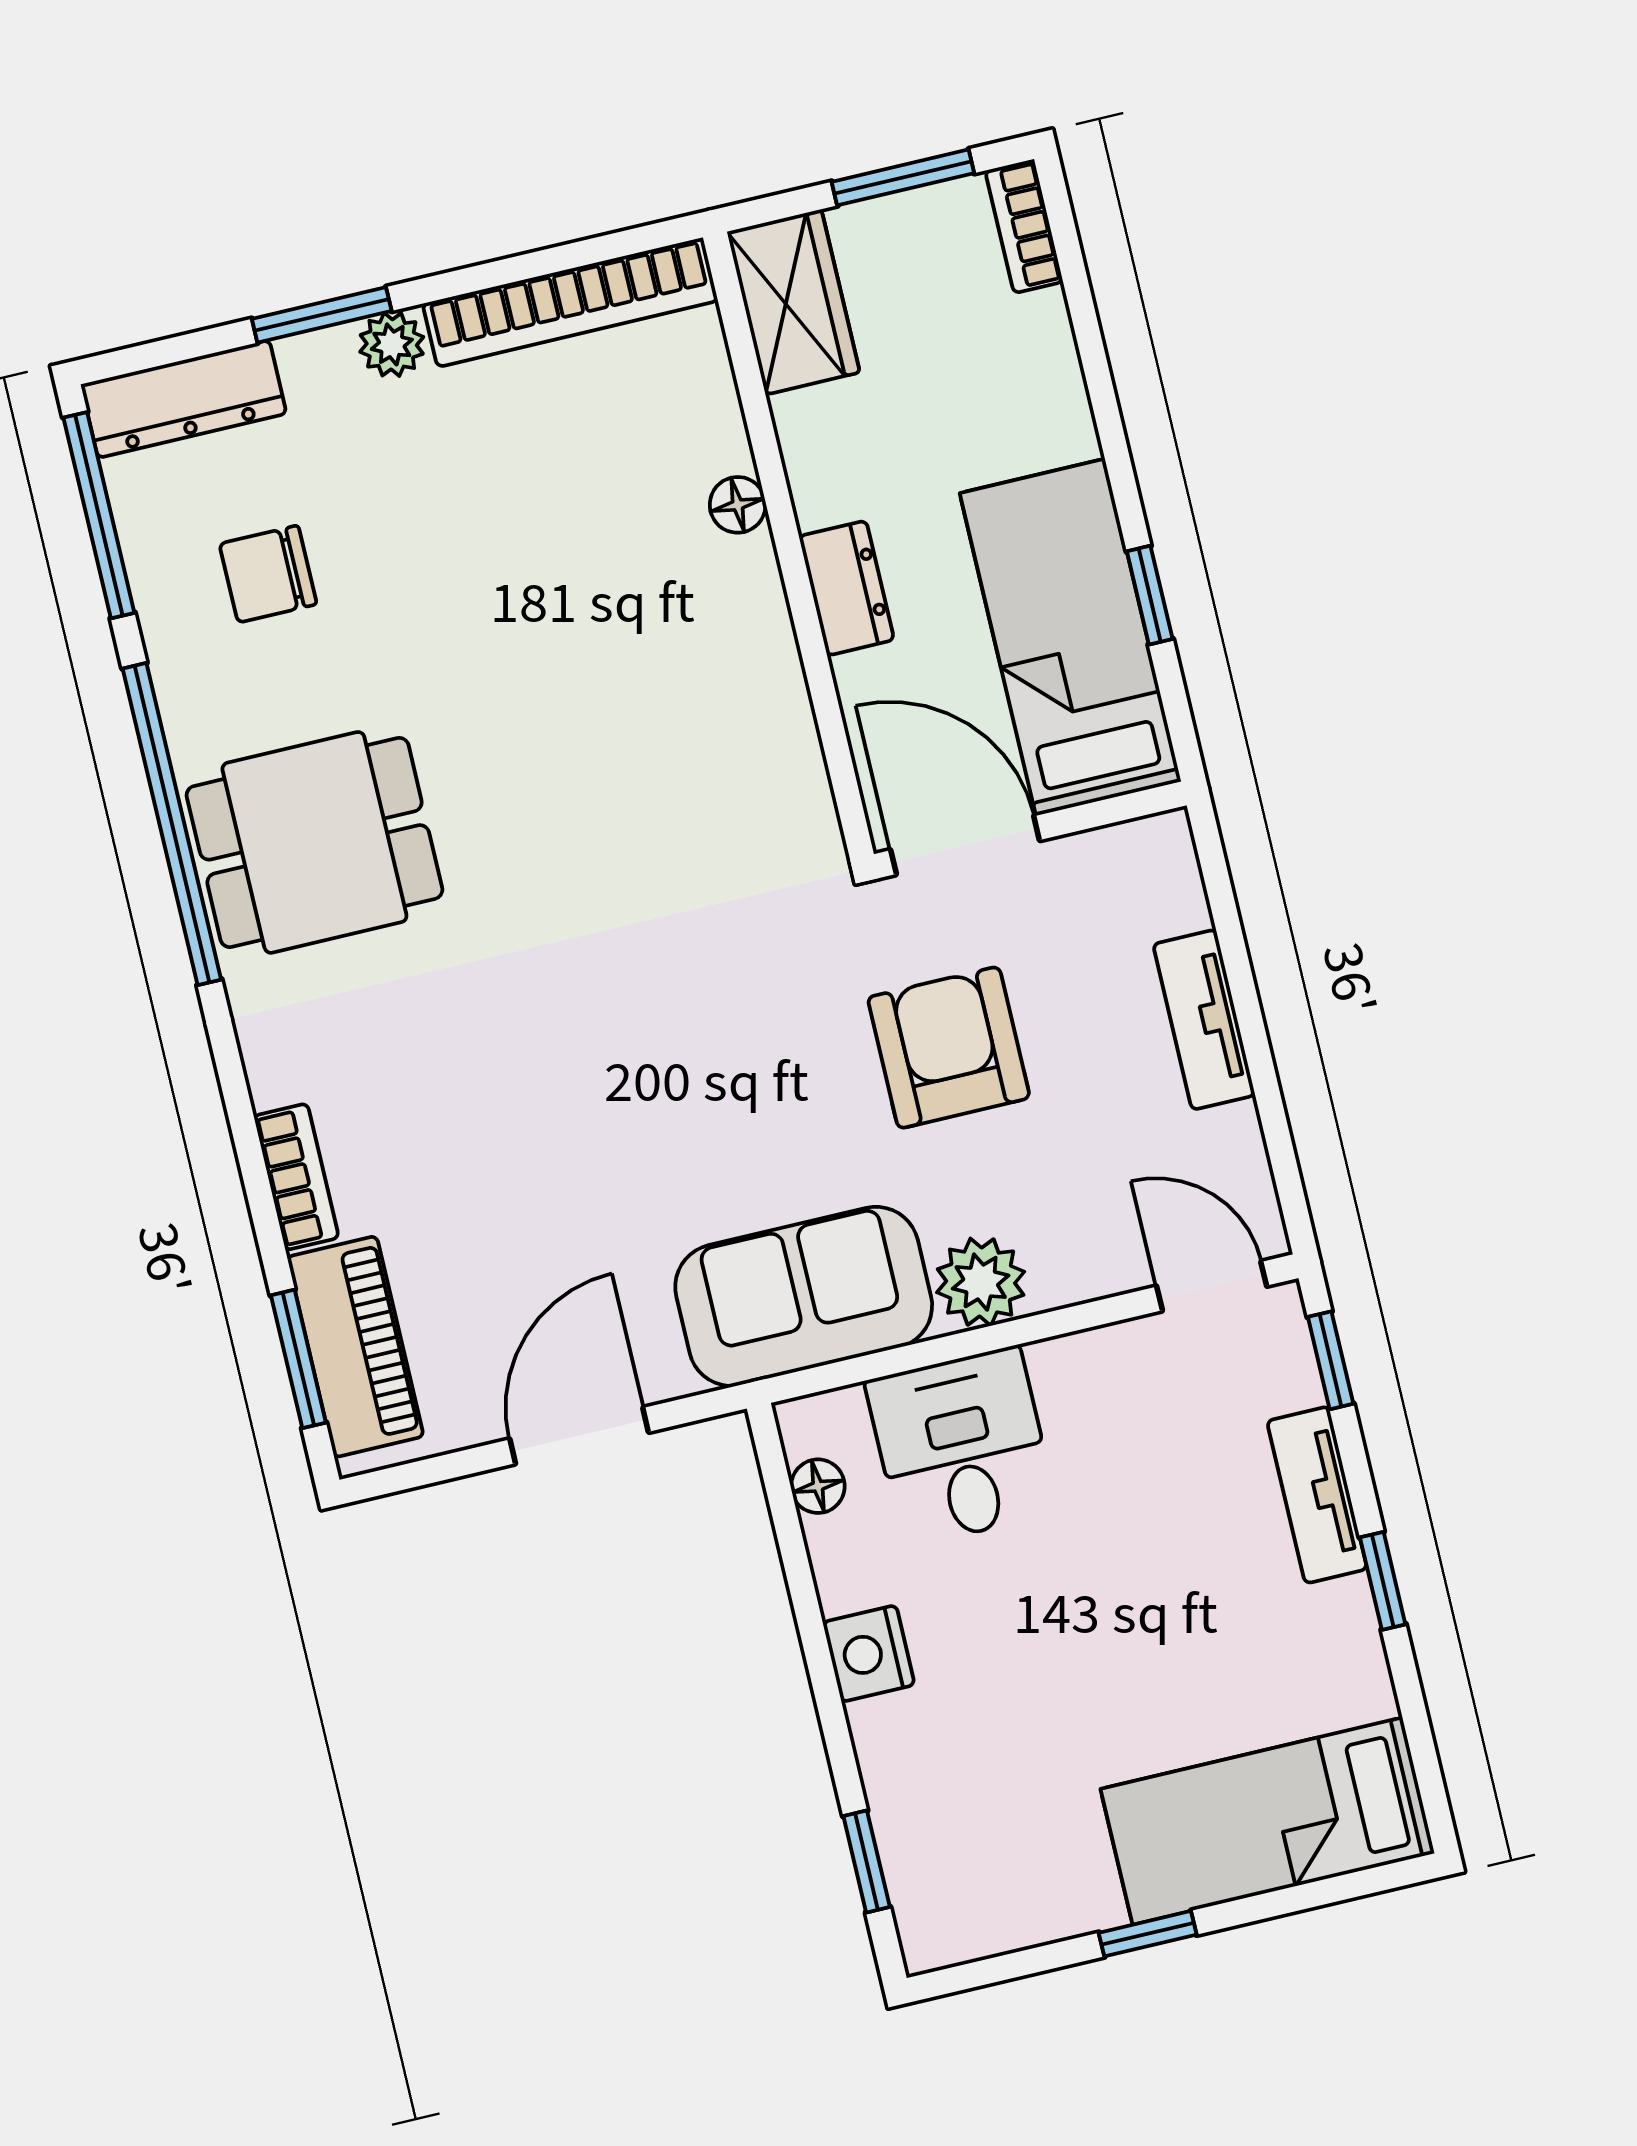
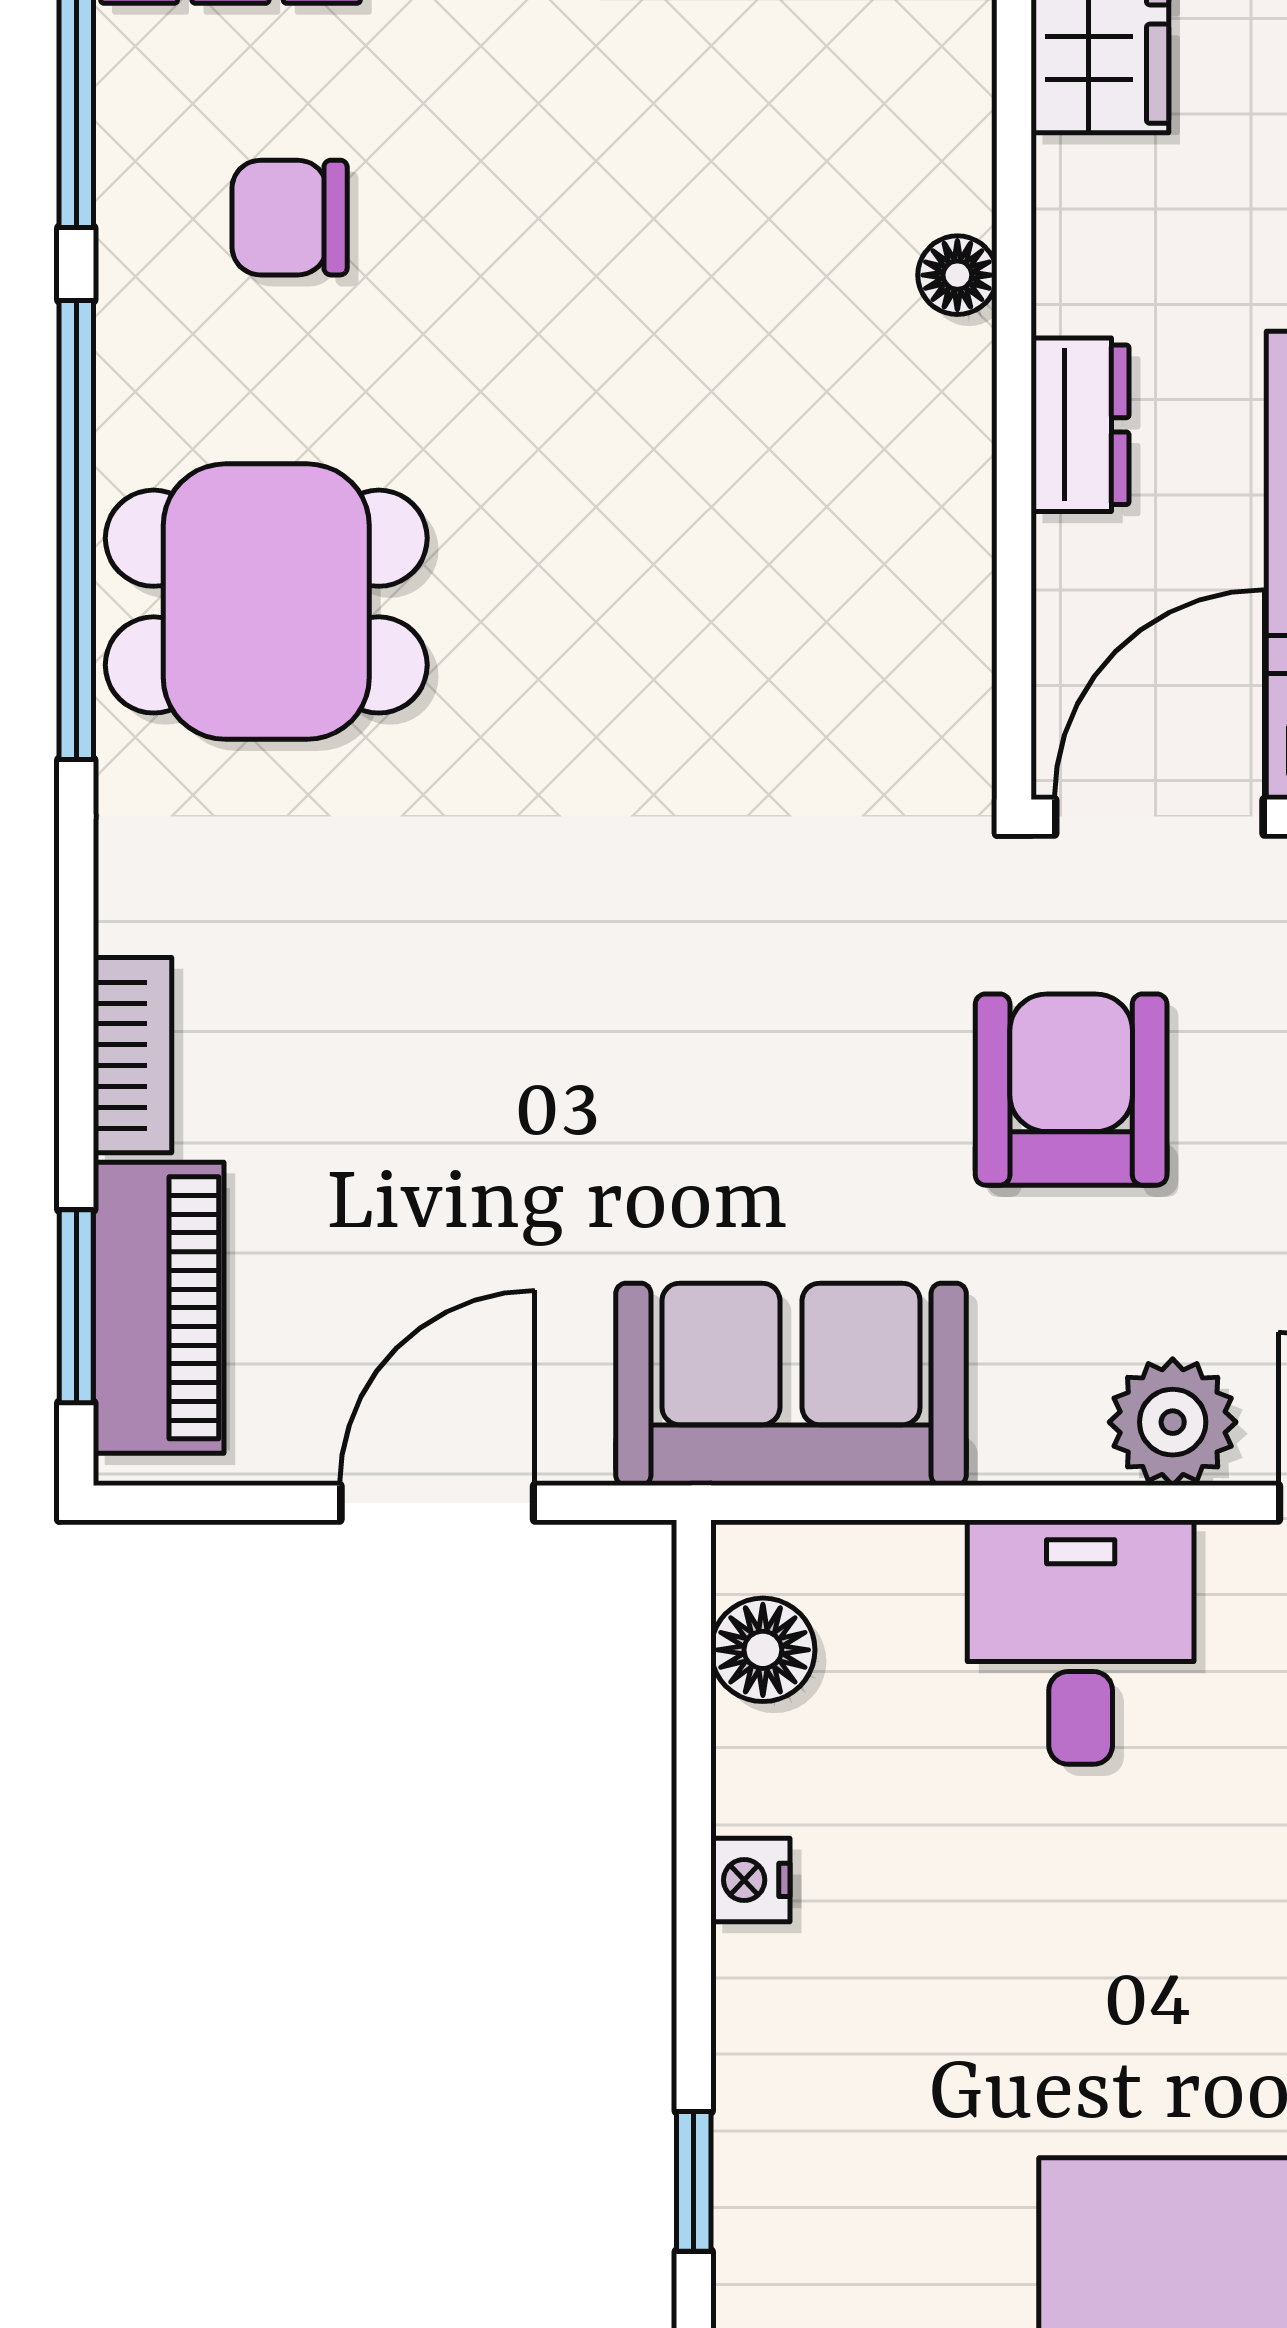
door: (965, 845) -> (1159, 817), hinge flipped
plant: (981, 1282) -> (1173, 1422), moved
desk: (961, 1447) -> (1081, 1642), moved
floor lamp: (818, 1486) -> (763, 1650), width x1.37, depth x1.37
nightstand: (869, 1653) -> (750, 1880), width x0.72, depth x0.74

